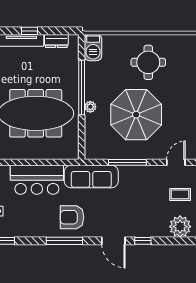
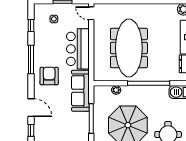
plant: (90, 107) -> (116, 90), moved
window: (64, 241) -> (31, 59), moved
door: (113, 241) -> (31, 108), swing flipped

